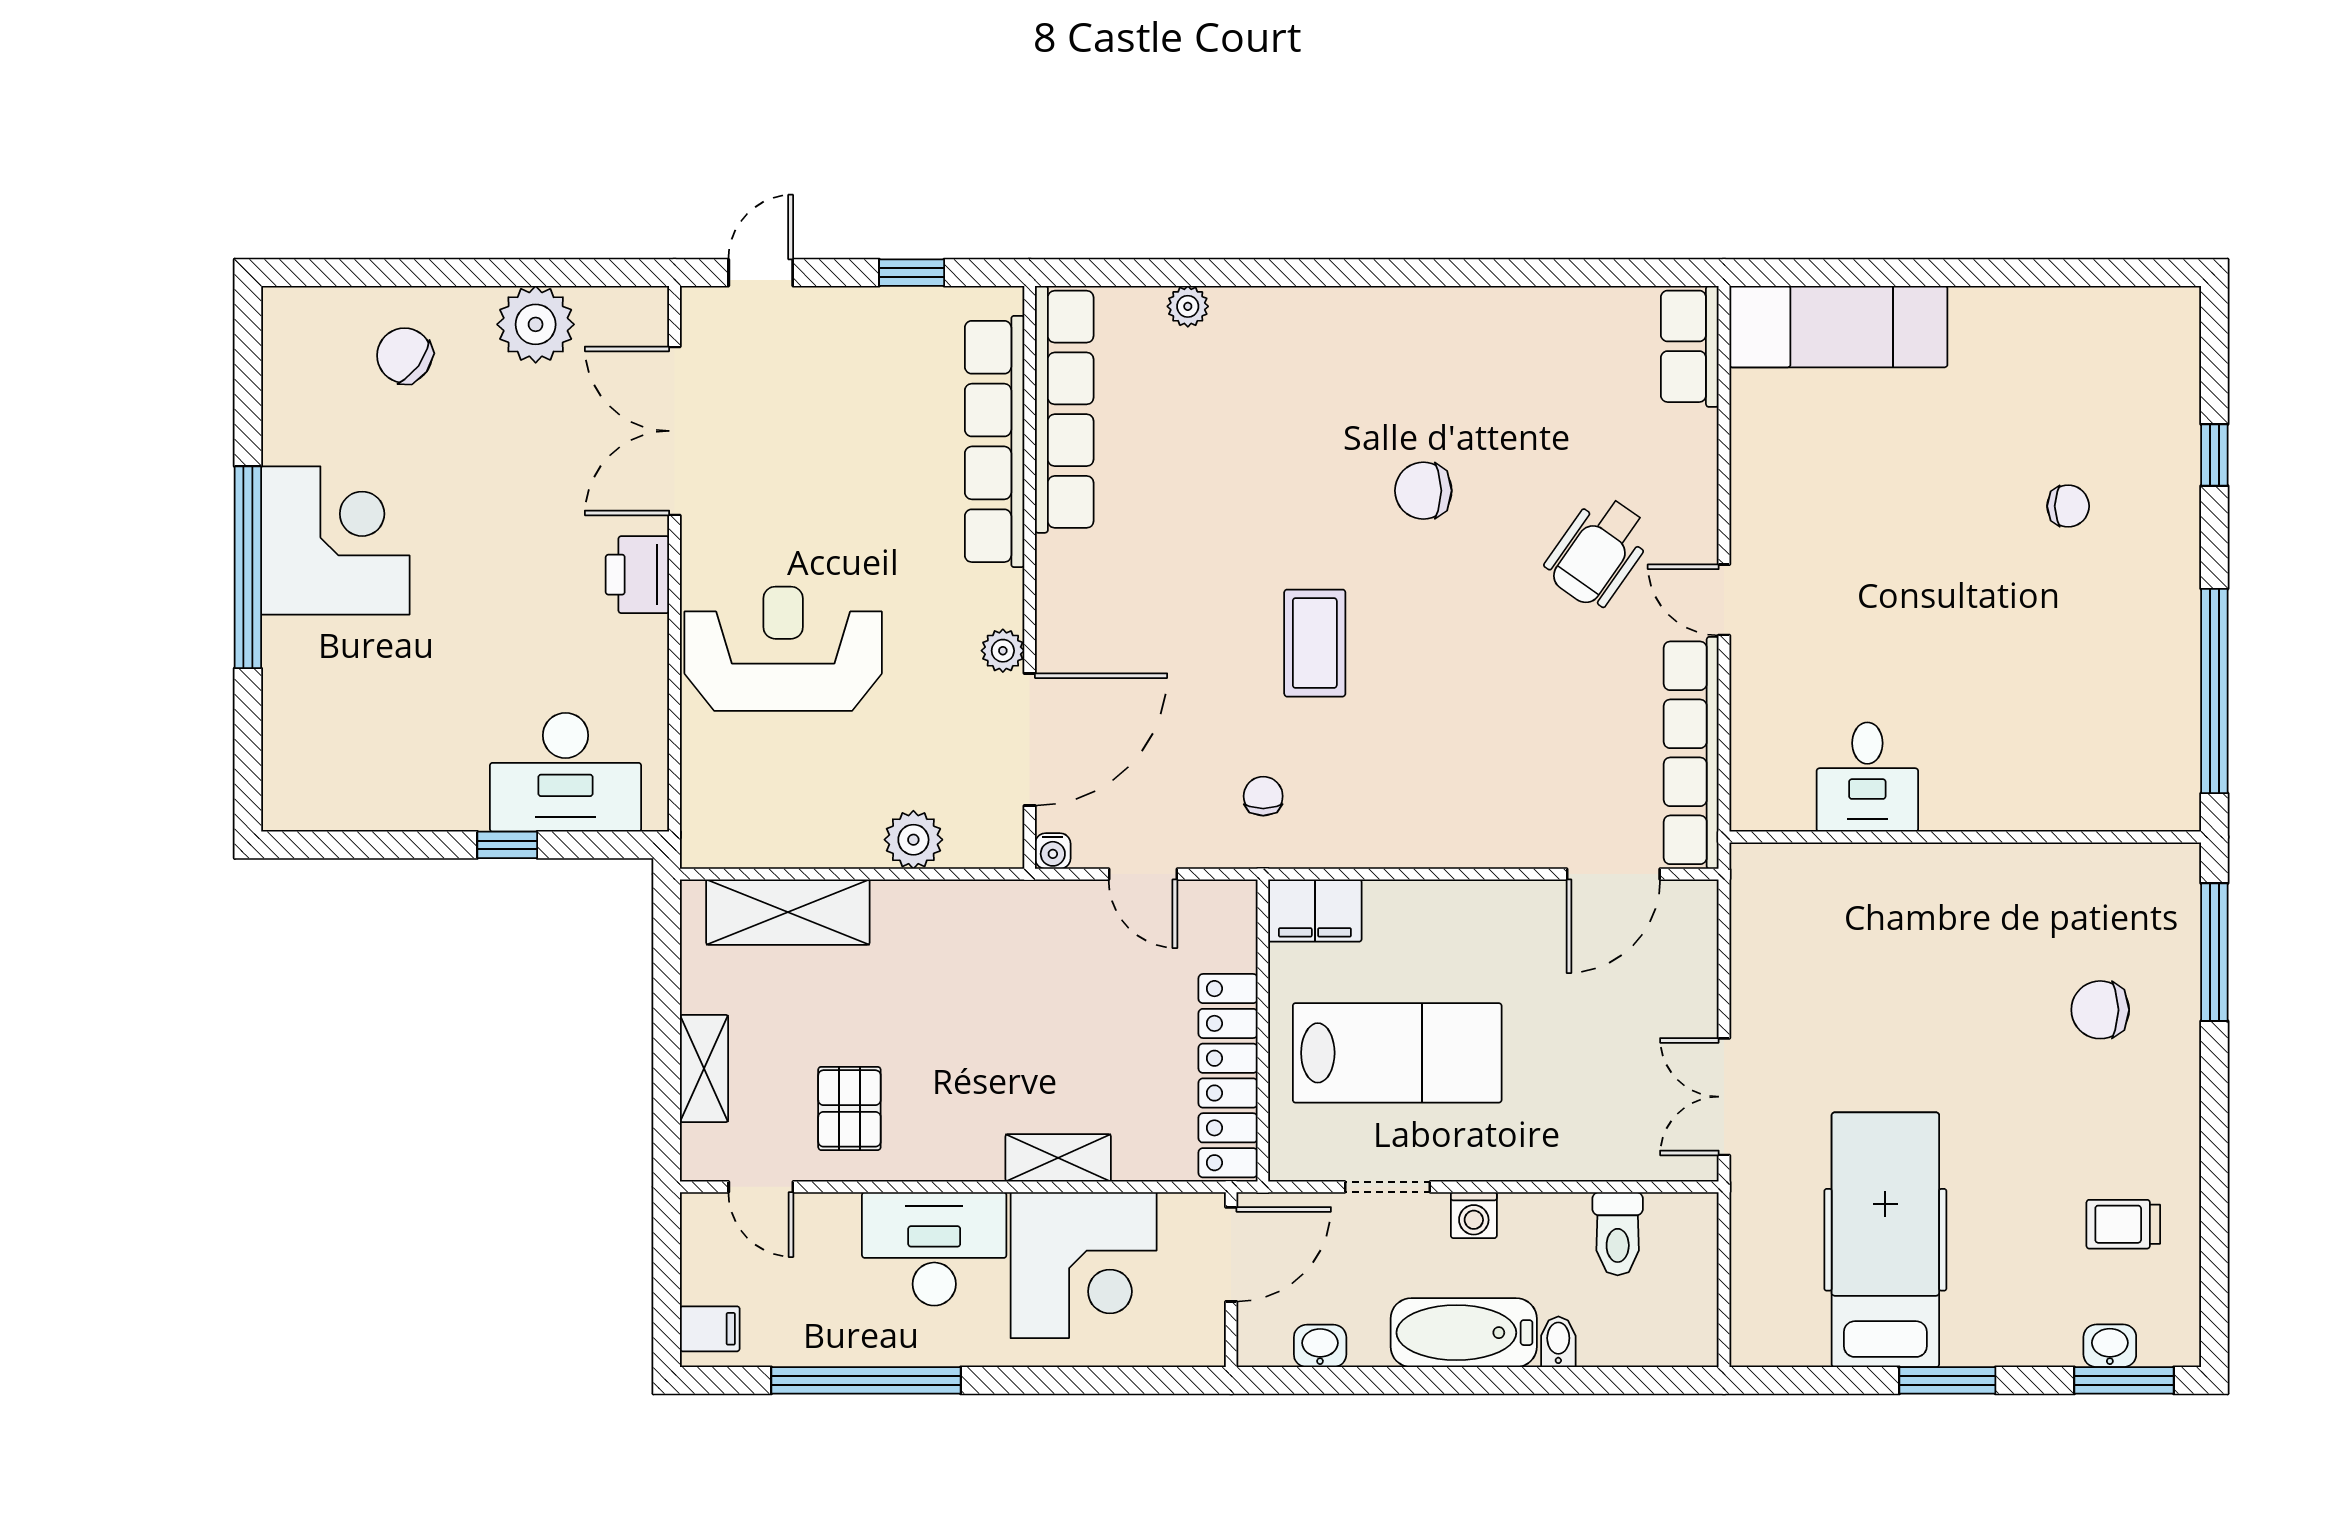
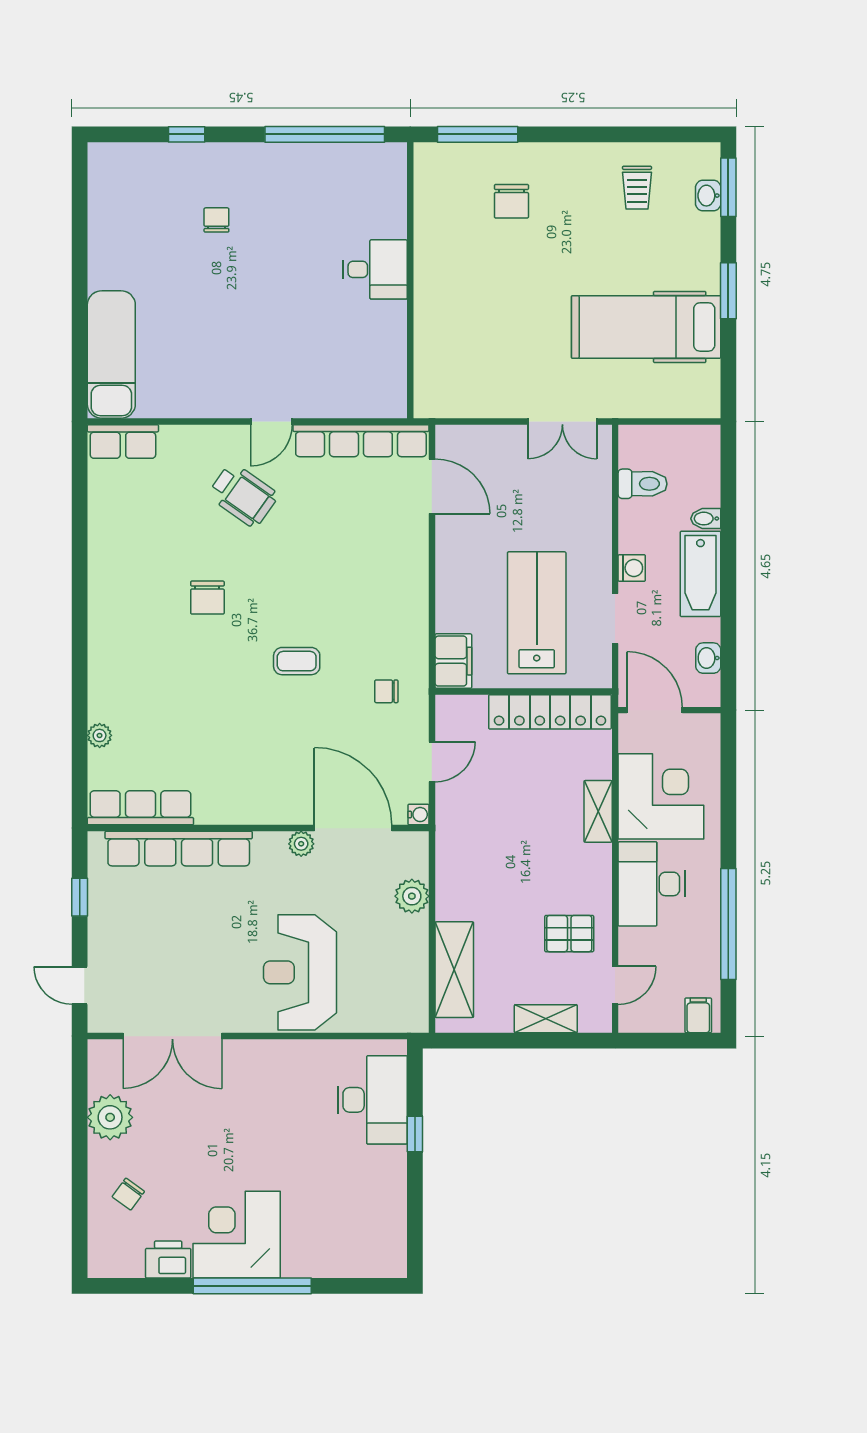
chair: (404, 355) -> (128, 1194), width x0.73, depth x0.73
row of seats: (1064, 409) -> (140, 808), width x0.73
printer: (637, 575) -> (168, 1259), moved, turned 180
coffee table: (1315, 643) -> (297, 661), width x0.73, depth x0.77
desk: (1867, 777) -> (375, 269), moved

